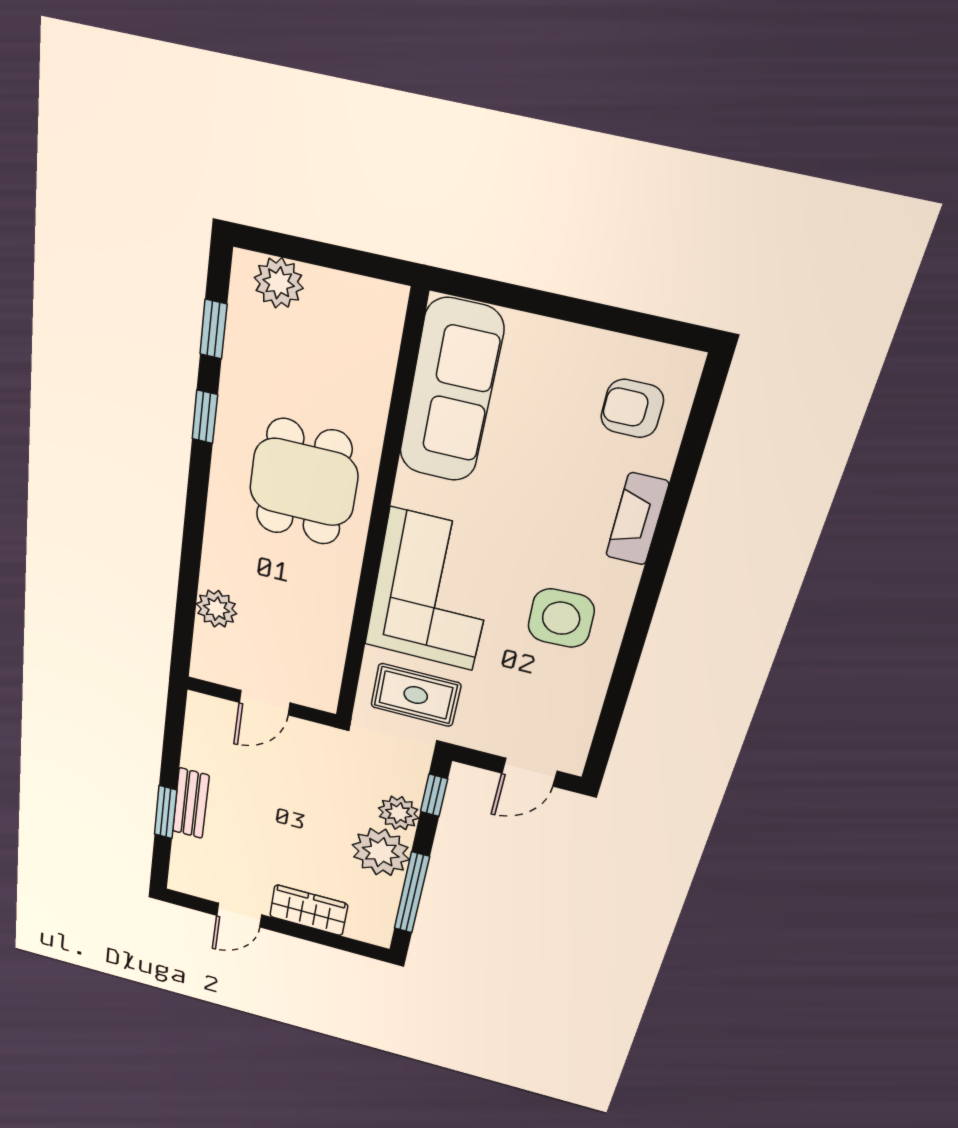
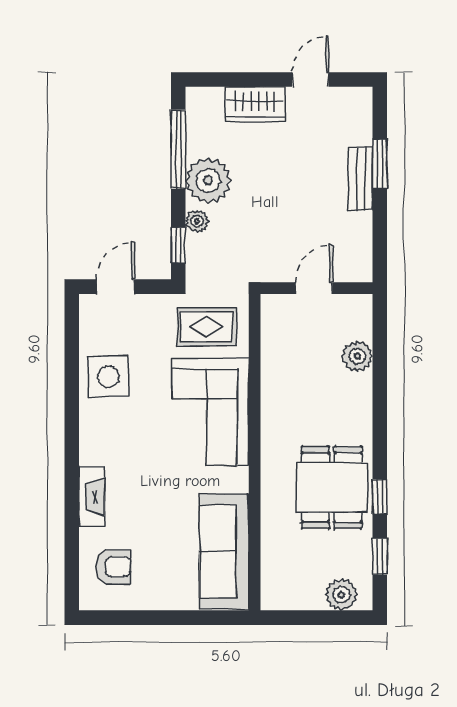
dining table: (304, 482) -> (332, 487), moved
side table: (561, 618) -> (108, 377), moved
plant: (399, 813) -> (197, 221), width x0.73, depth x0.73

